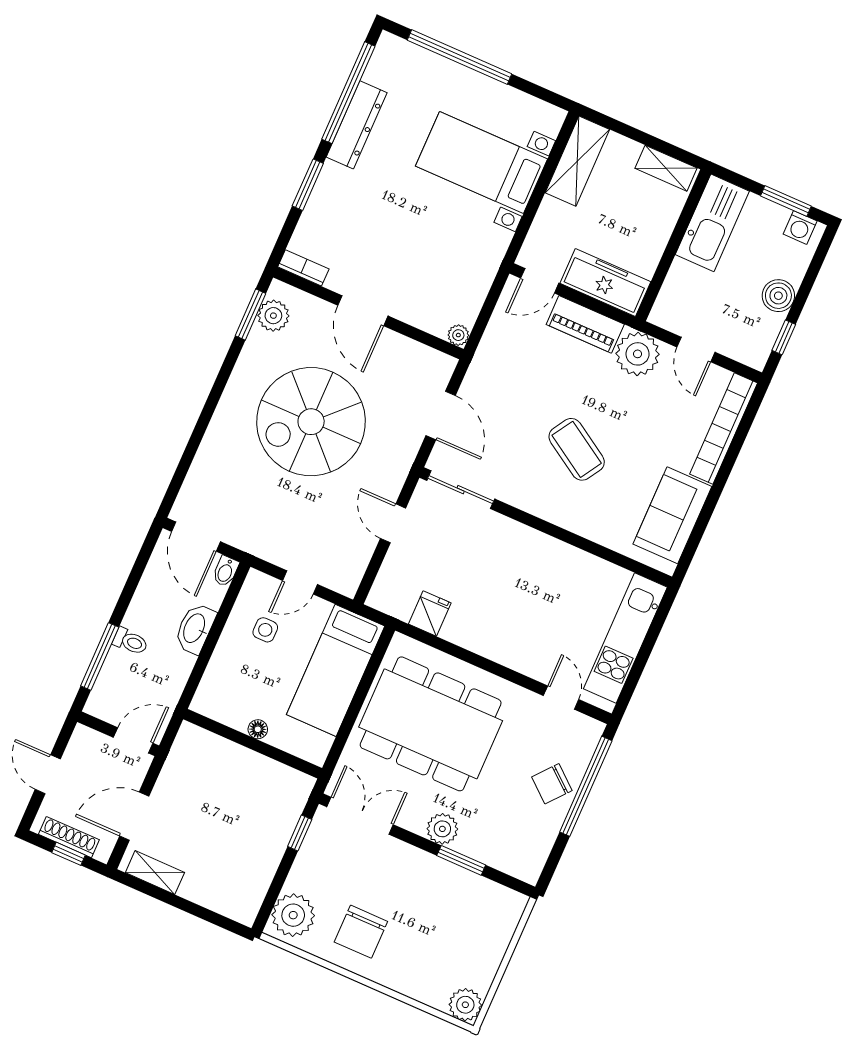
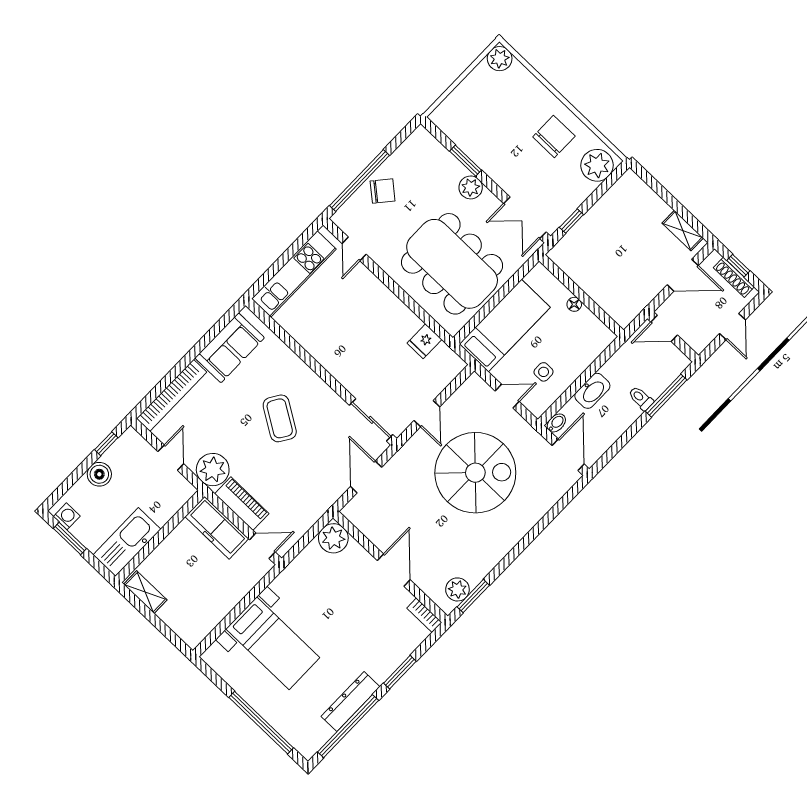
shelving: (577, 161) -> (205, 620), removed
plant: (458, 335) -> (333, 538), width x1.88, depth x1.88
spiral stairs: (311, 422) -> (475, 473), moved

